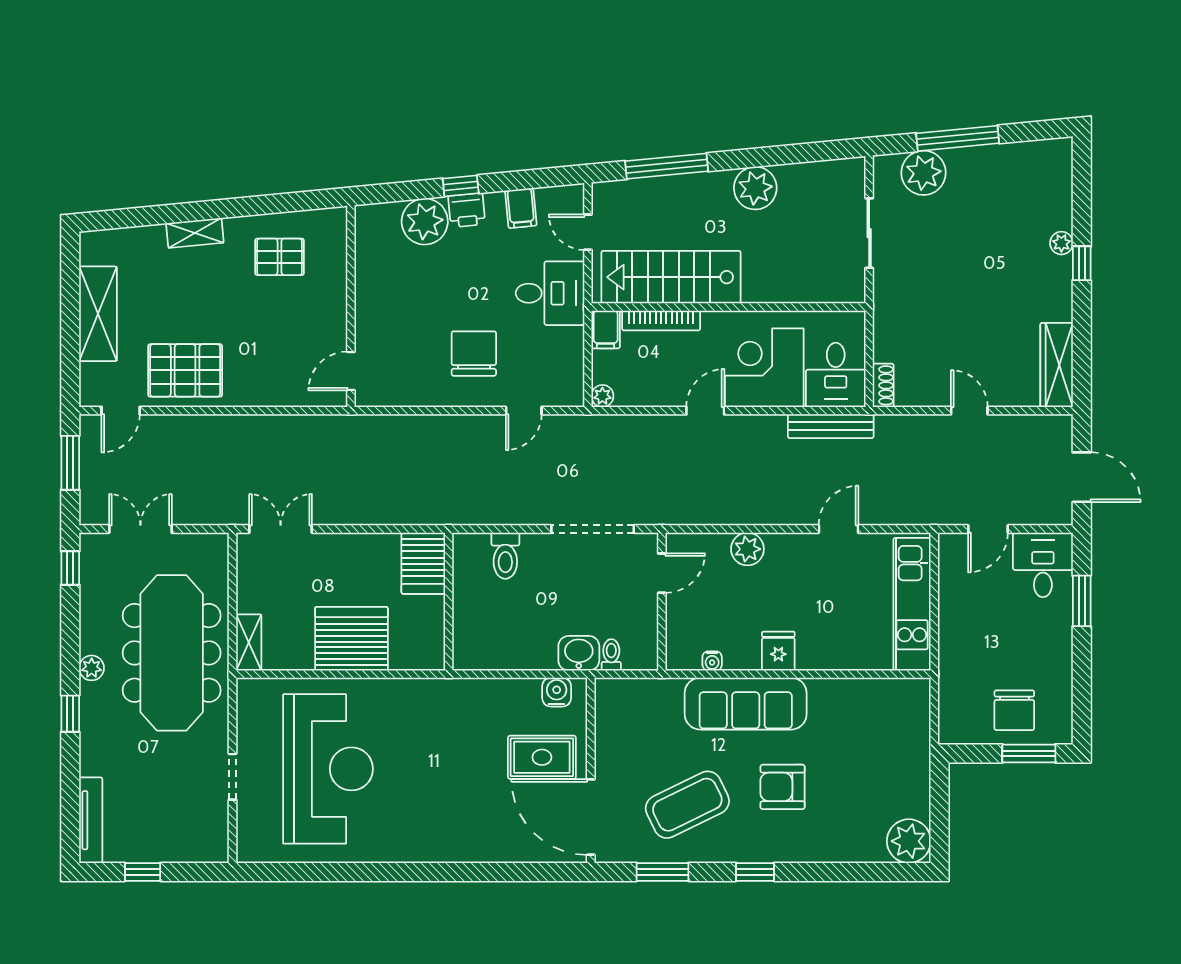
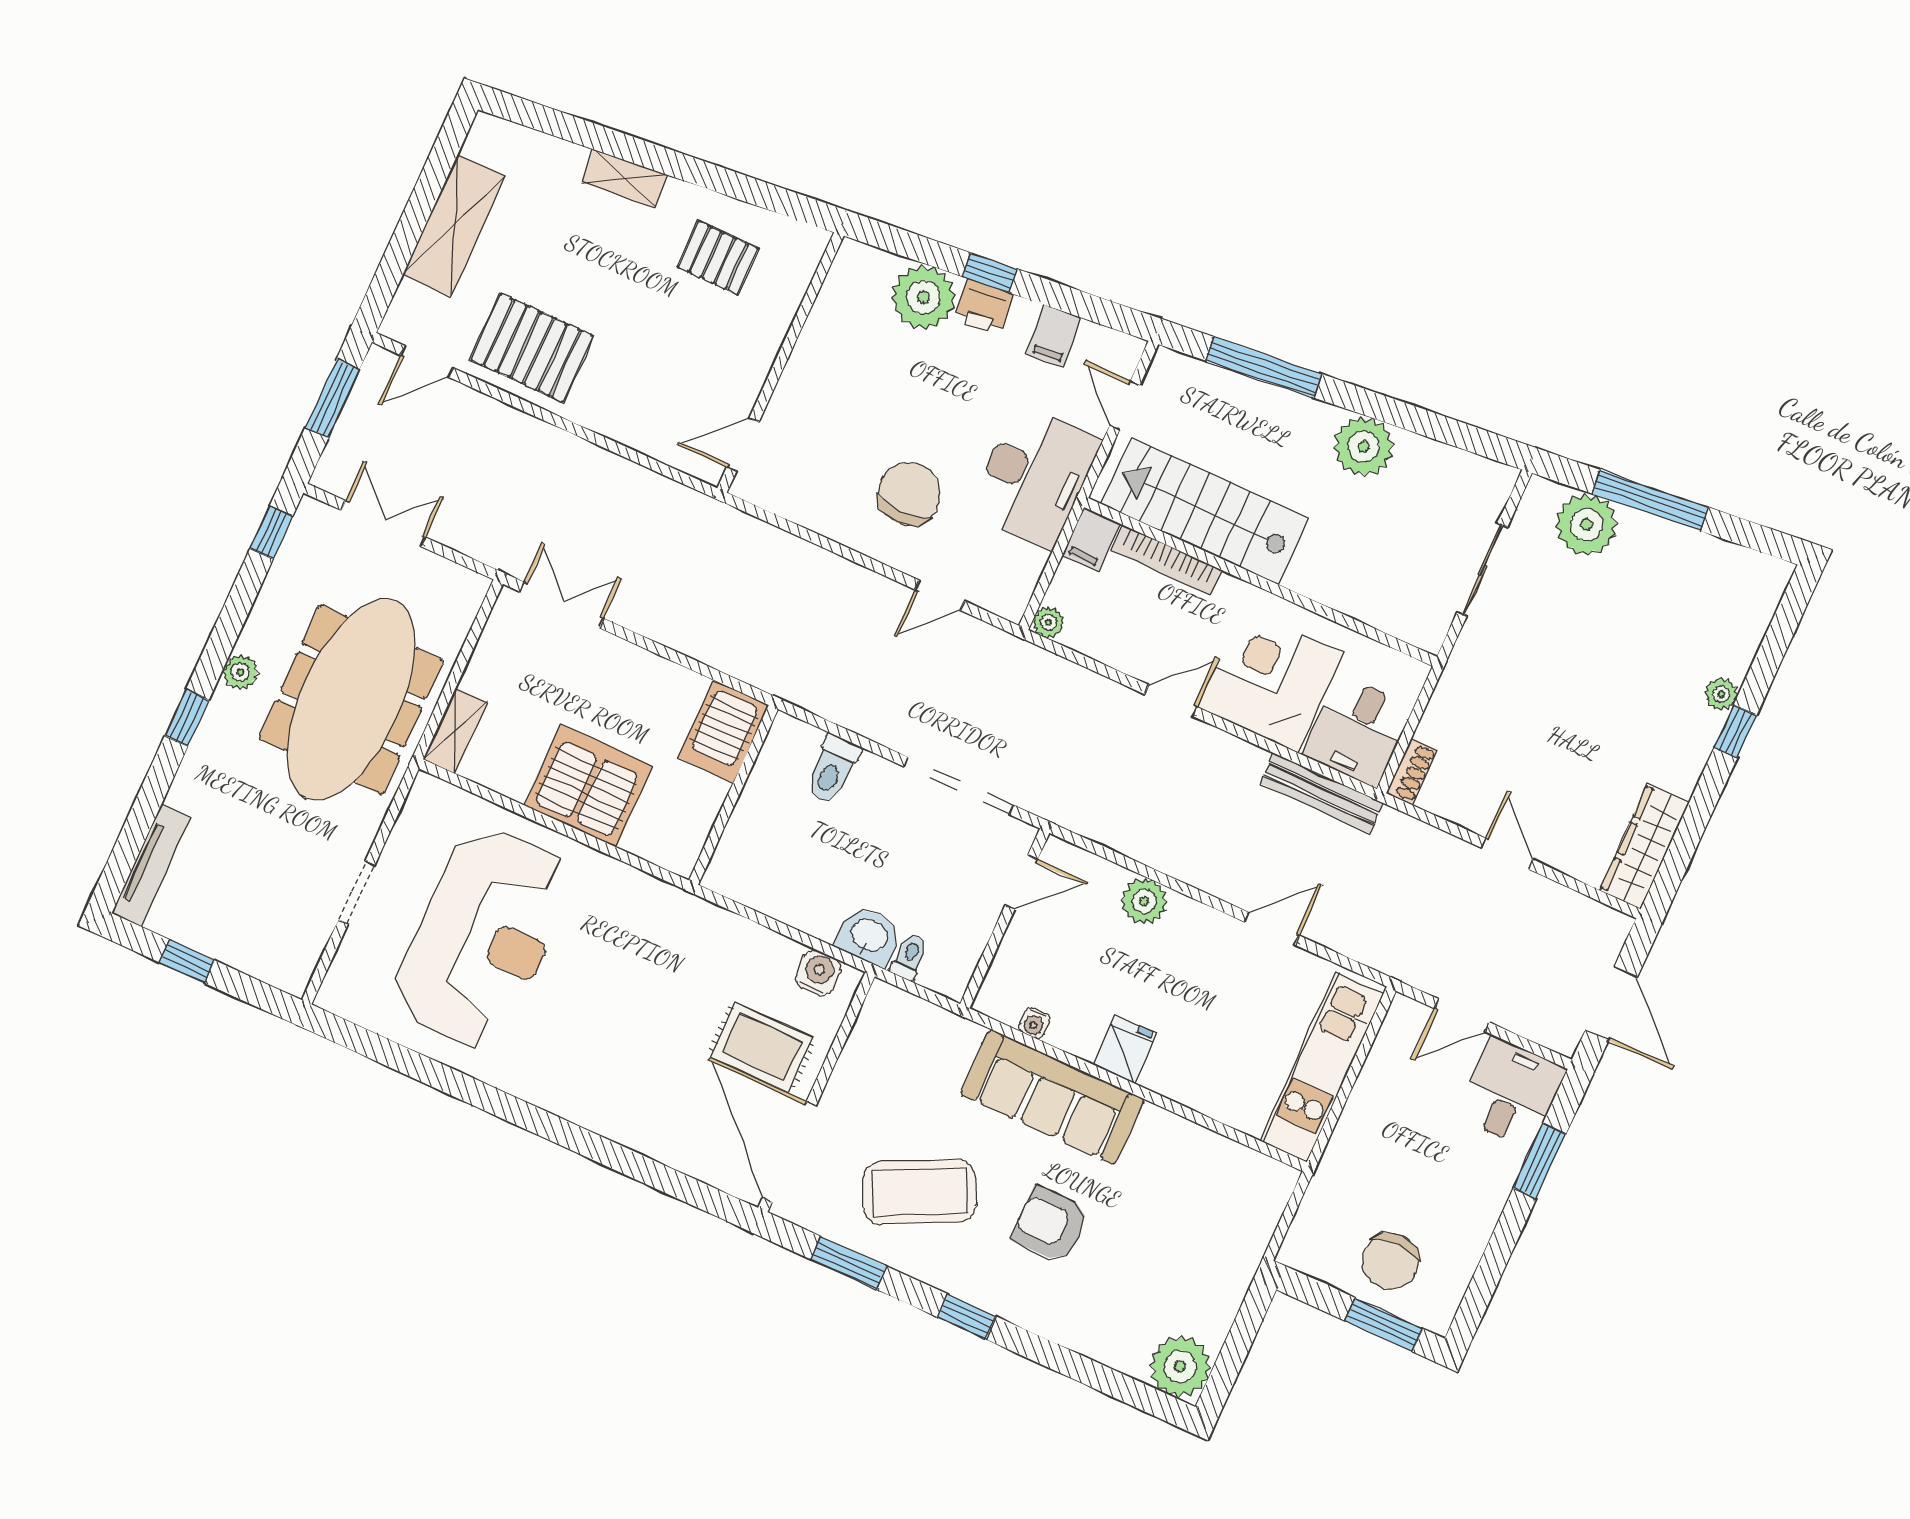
desk: (550, 293) -> (1034, 476), width x1.37

